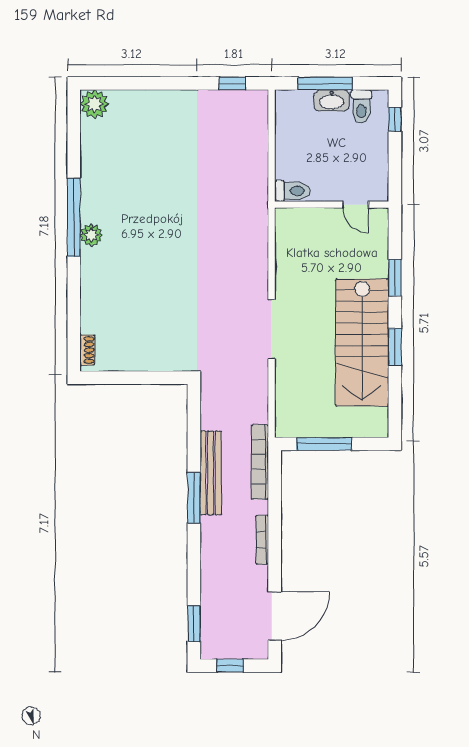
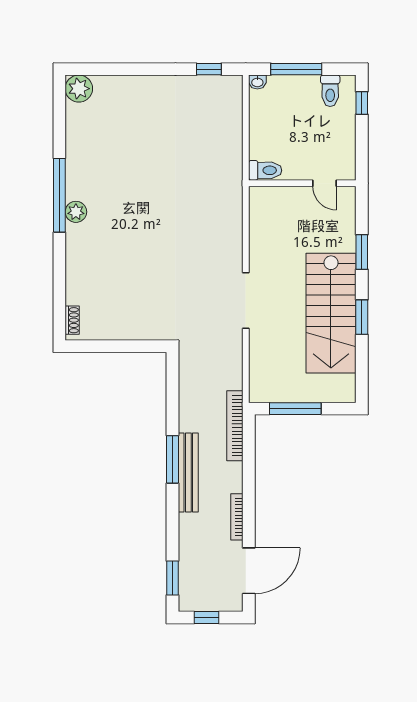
washbasin: (332, 100) -> (257, 82), moved, width x0.52, depth x0.69
bench: (211, 473) -> (188, 472), moved
bookcase: (262, 540) -> (237, 517), moved

